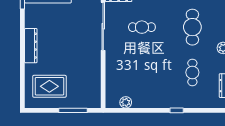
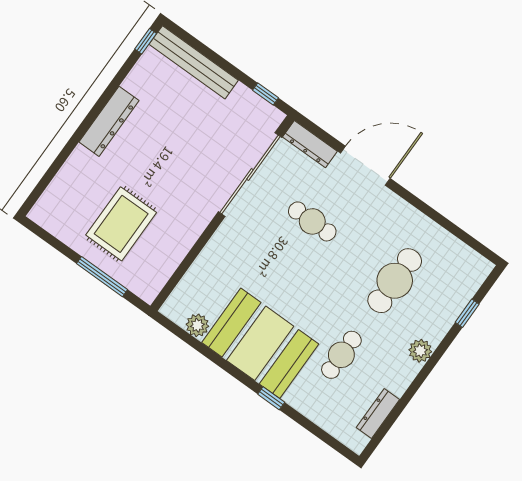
rug: (49, 86) -> (121, 224), moved, turned 90
booth: (156, 91) -> (260, 343), added

